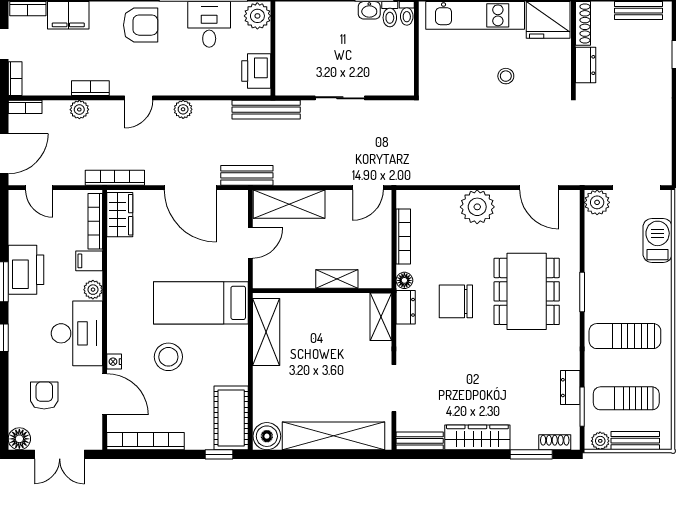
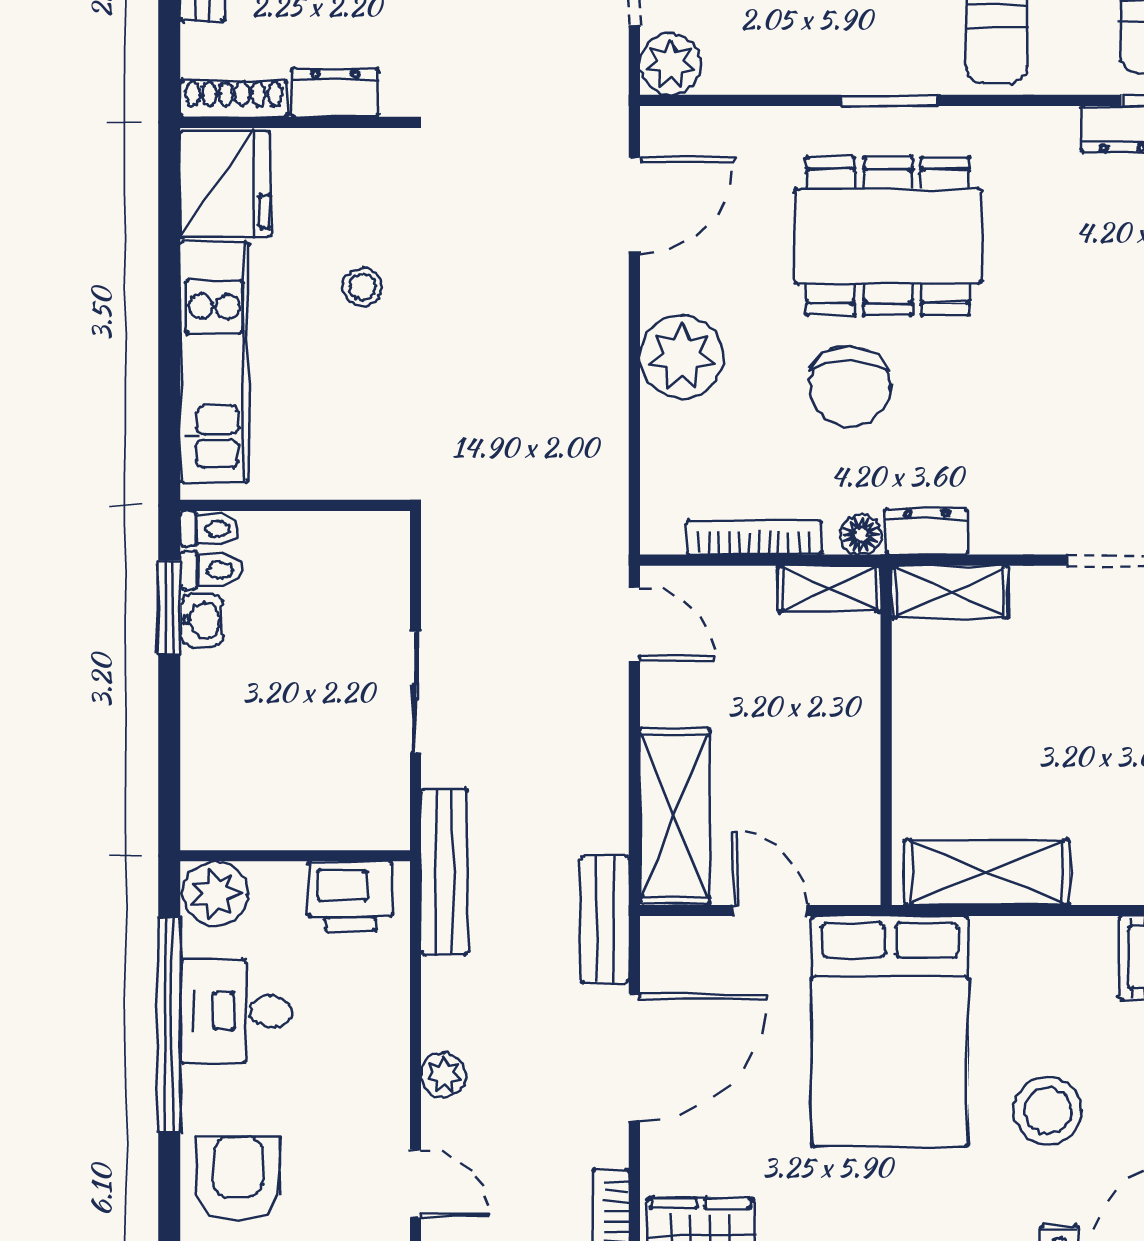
shelving: (337, 279) -> (830, 589), moved, turned 90
chair: (456, 301) -> (850, 386), moved
bed: (201, 303) -> (890, 1031), width x1.50

